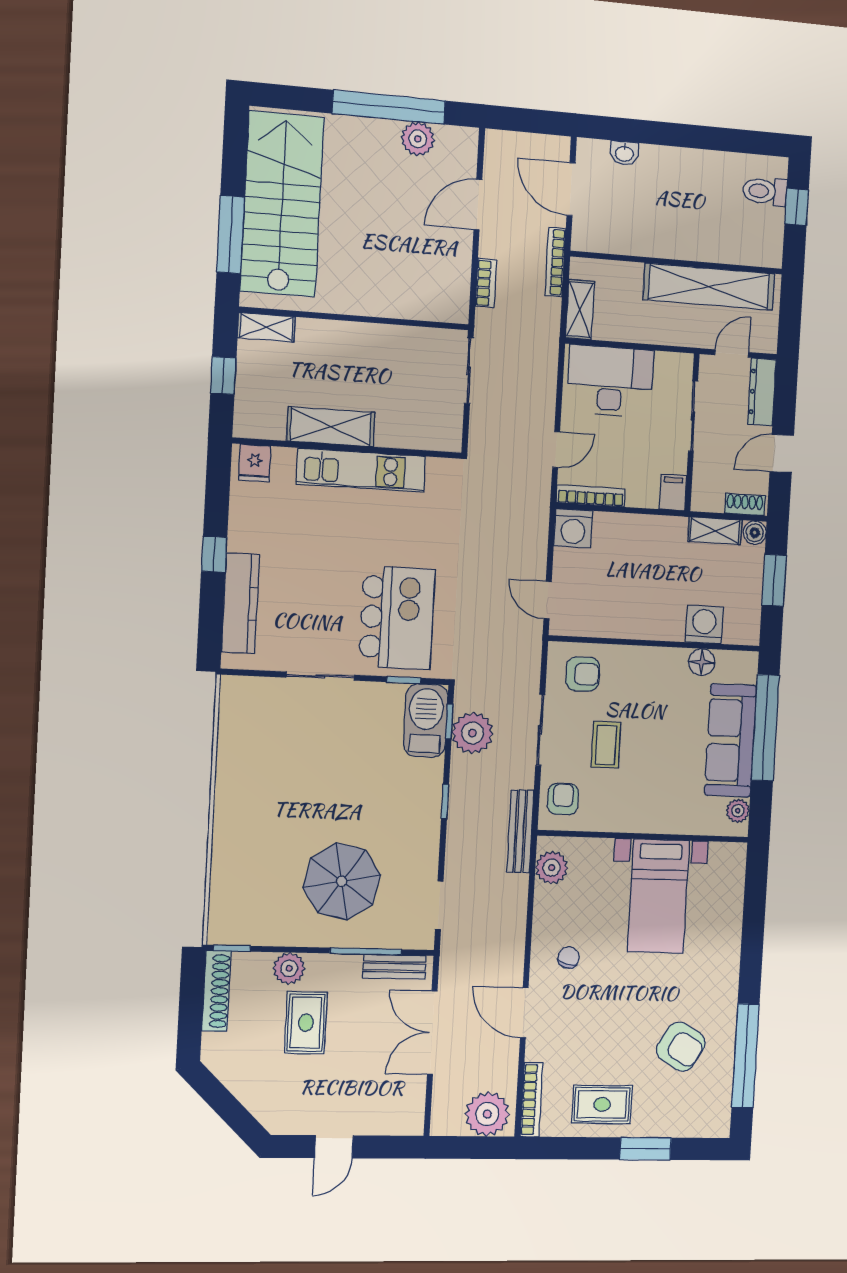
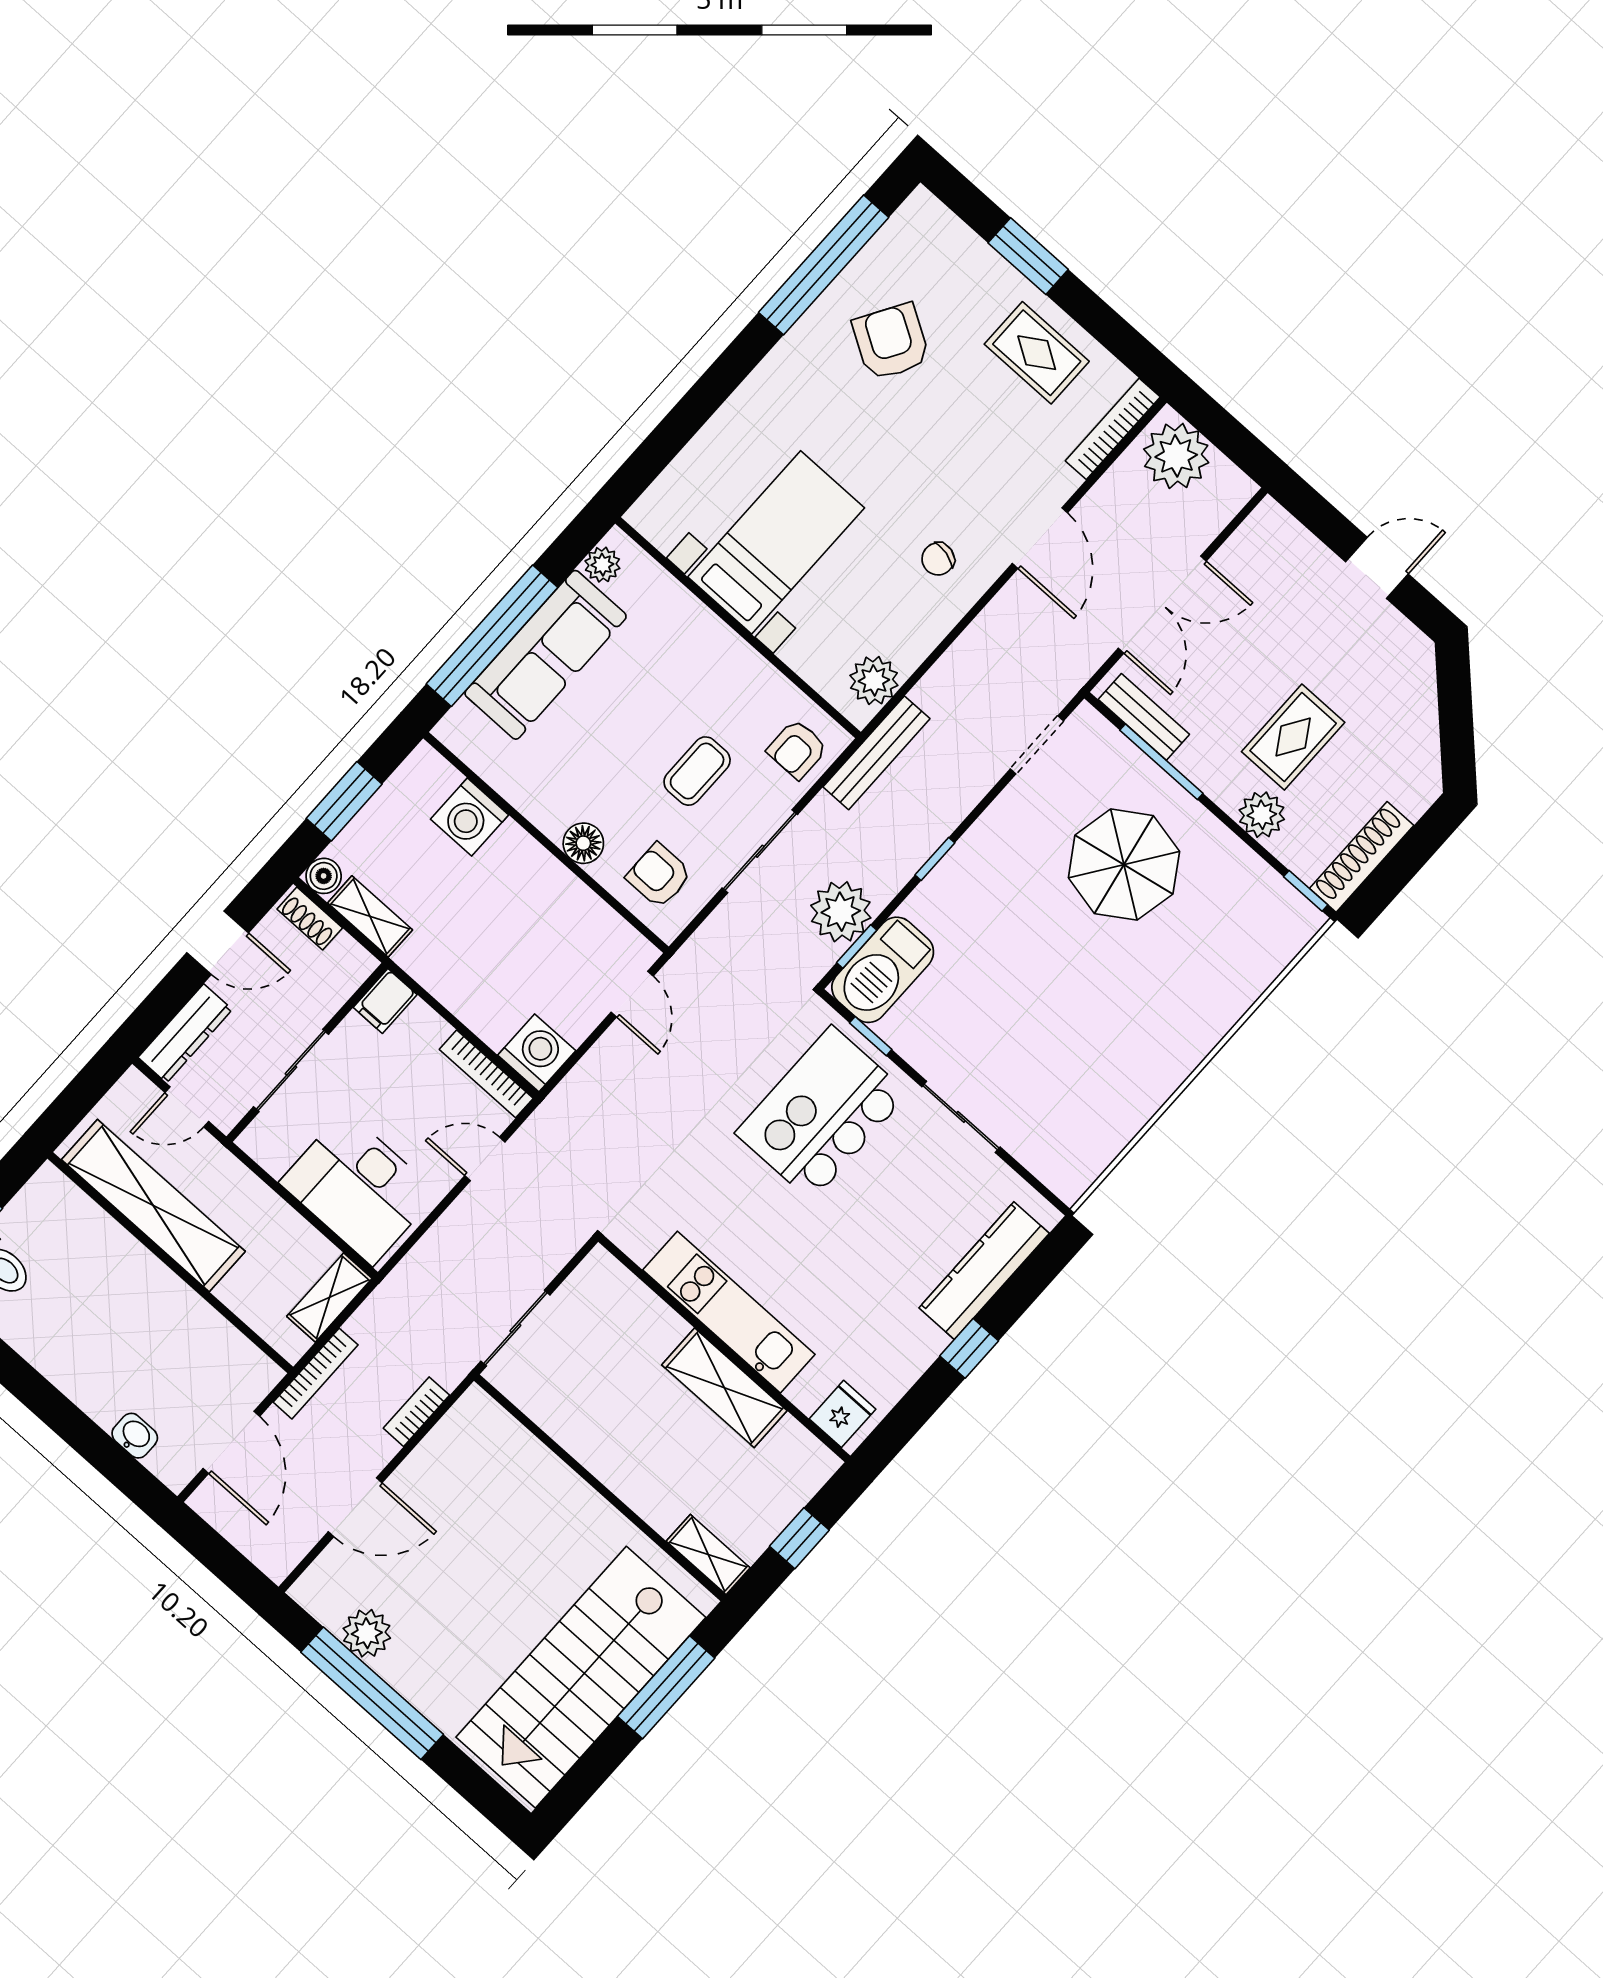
floor lamp: (702, 662) -> (583, 843), moved

